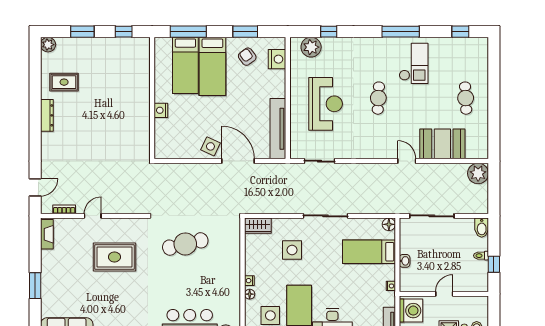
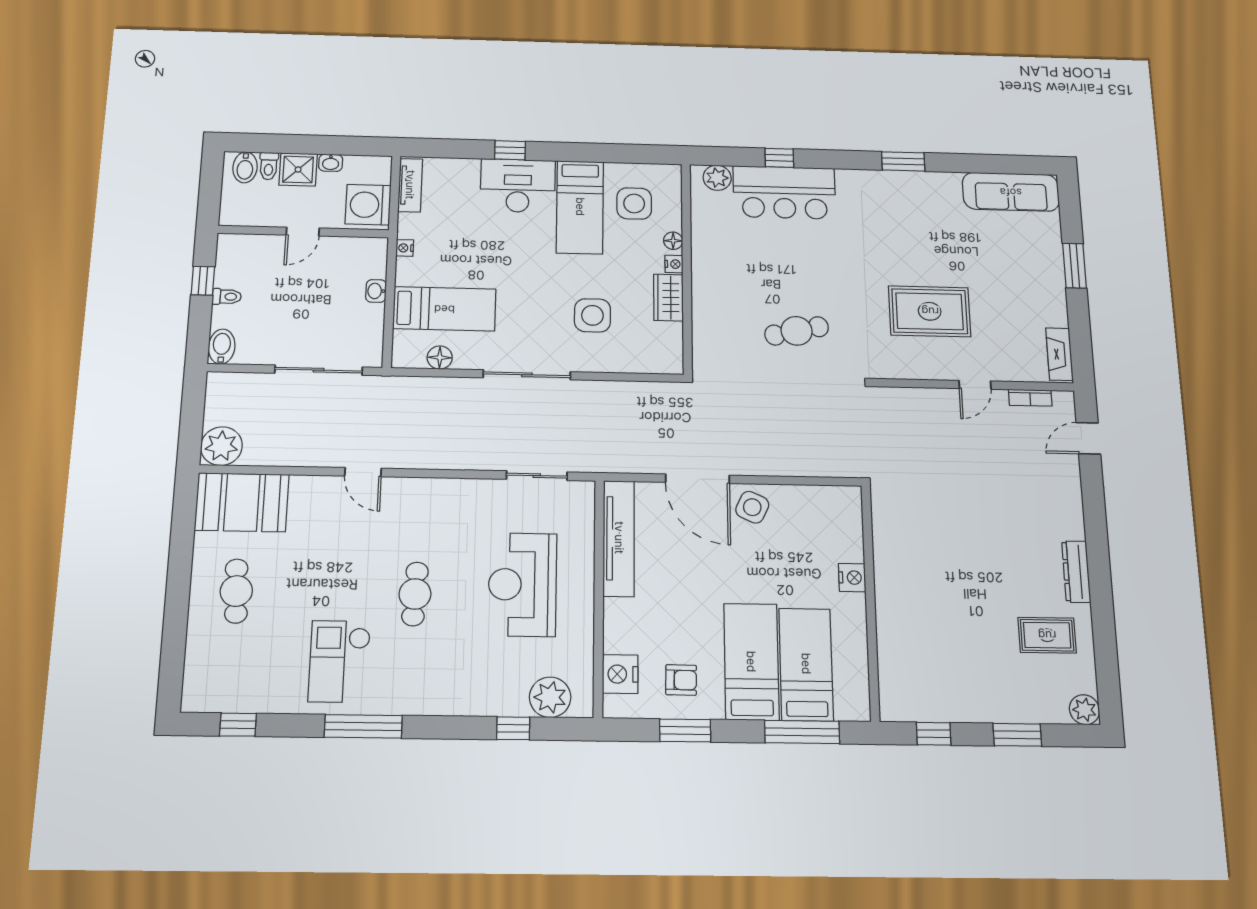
armchair: (247, 57) -> (681, 680), turned -53
booth: (442, 144) -> (242, 502), moved
floor lamp: (389, 224) -> (440, 358), moved
wardrobe: (258, 226) -> (668, 297), moved, turned -90
cafe table: (185, 244) -> (797, 331), width x0.73, depth x0.74

